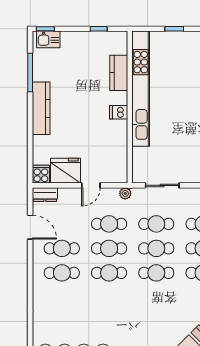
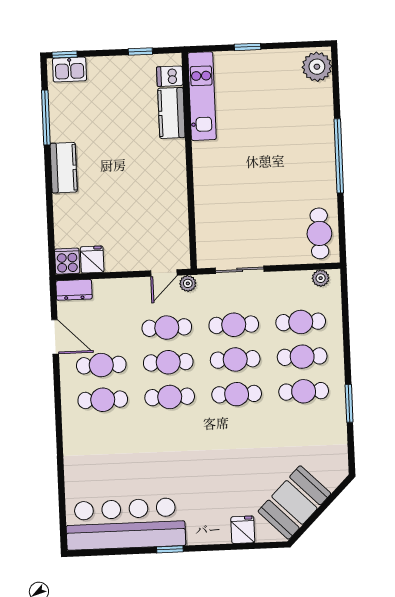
kitchen unit: (141, 89) -> (202, 96), width x0.54
kitchen counter: (41, 108) -> (64, 168), width x0.67
dishwasher: (119, 112) -> (170, 76), moved
fridge: (66, 171) -> (92, 260), width x0.53, depth x0.75
door: (91, 185) -> (164, 273), moved

